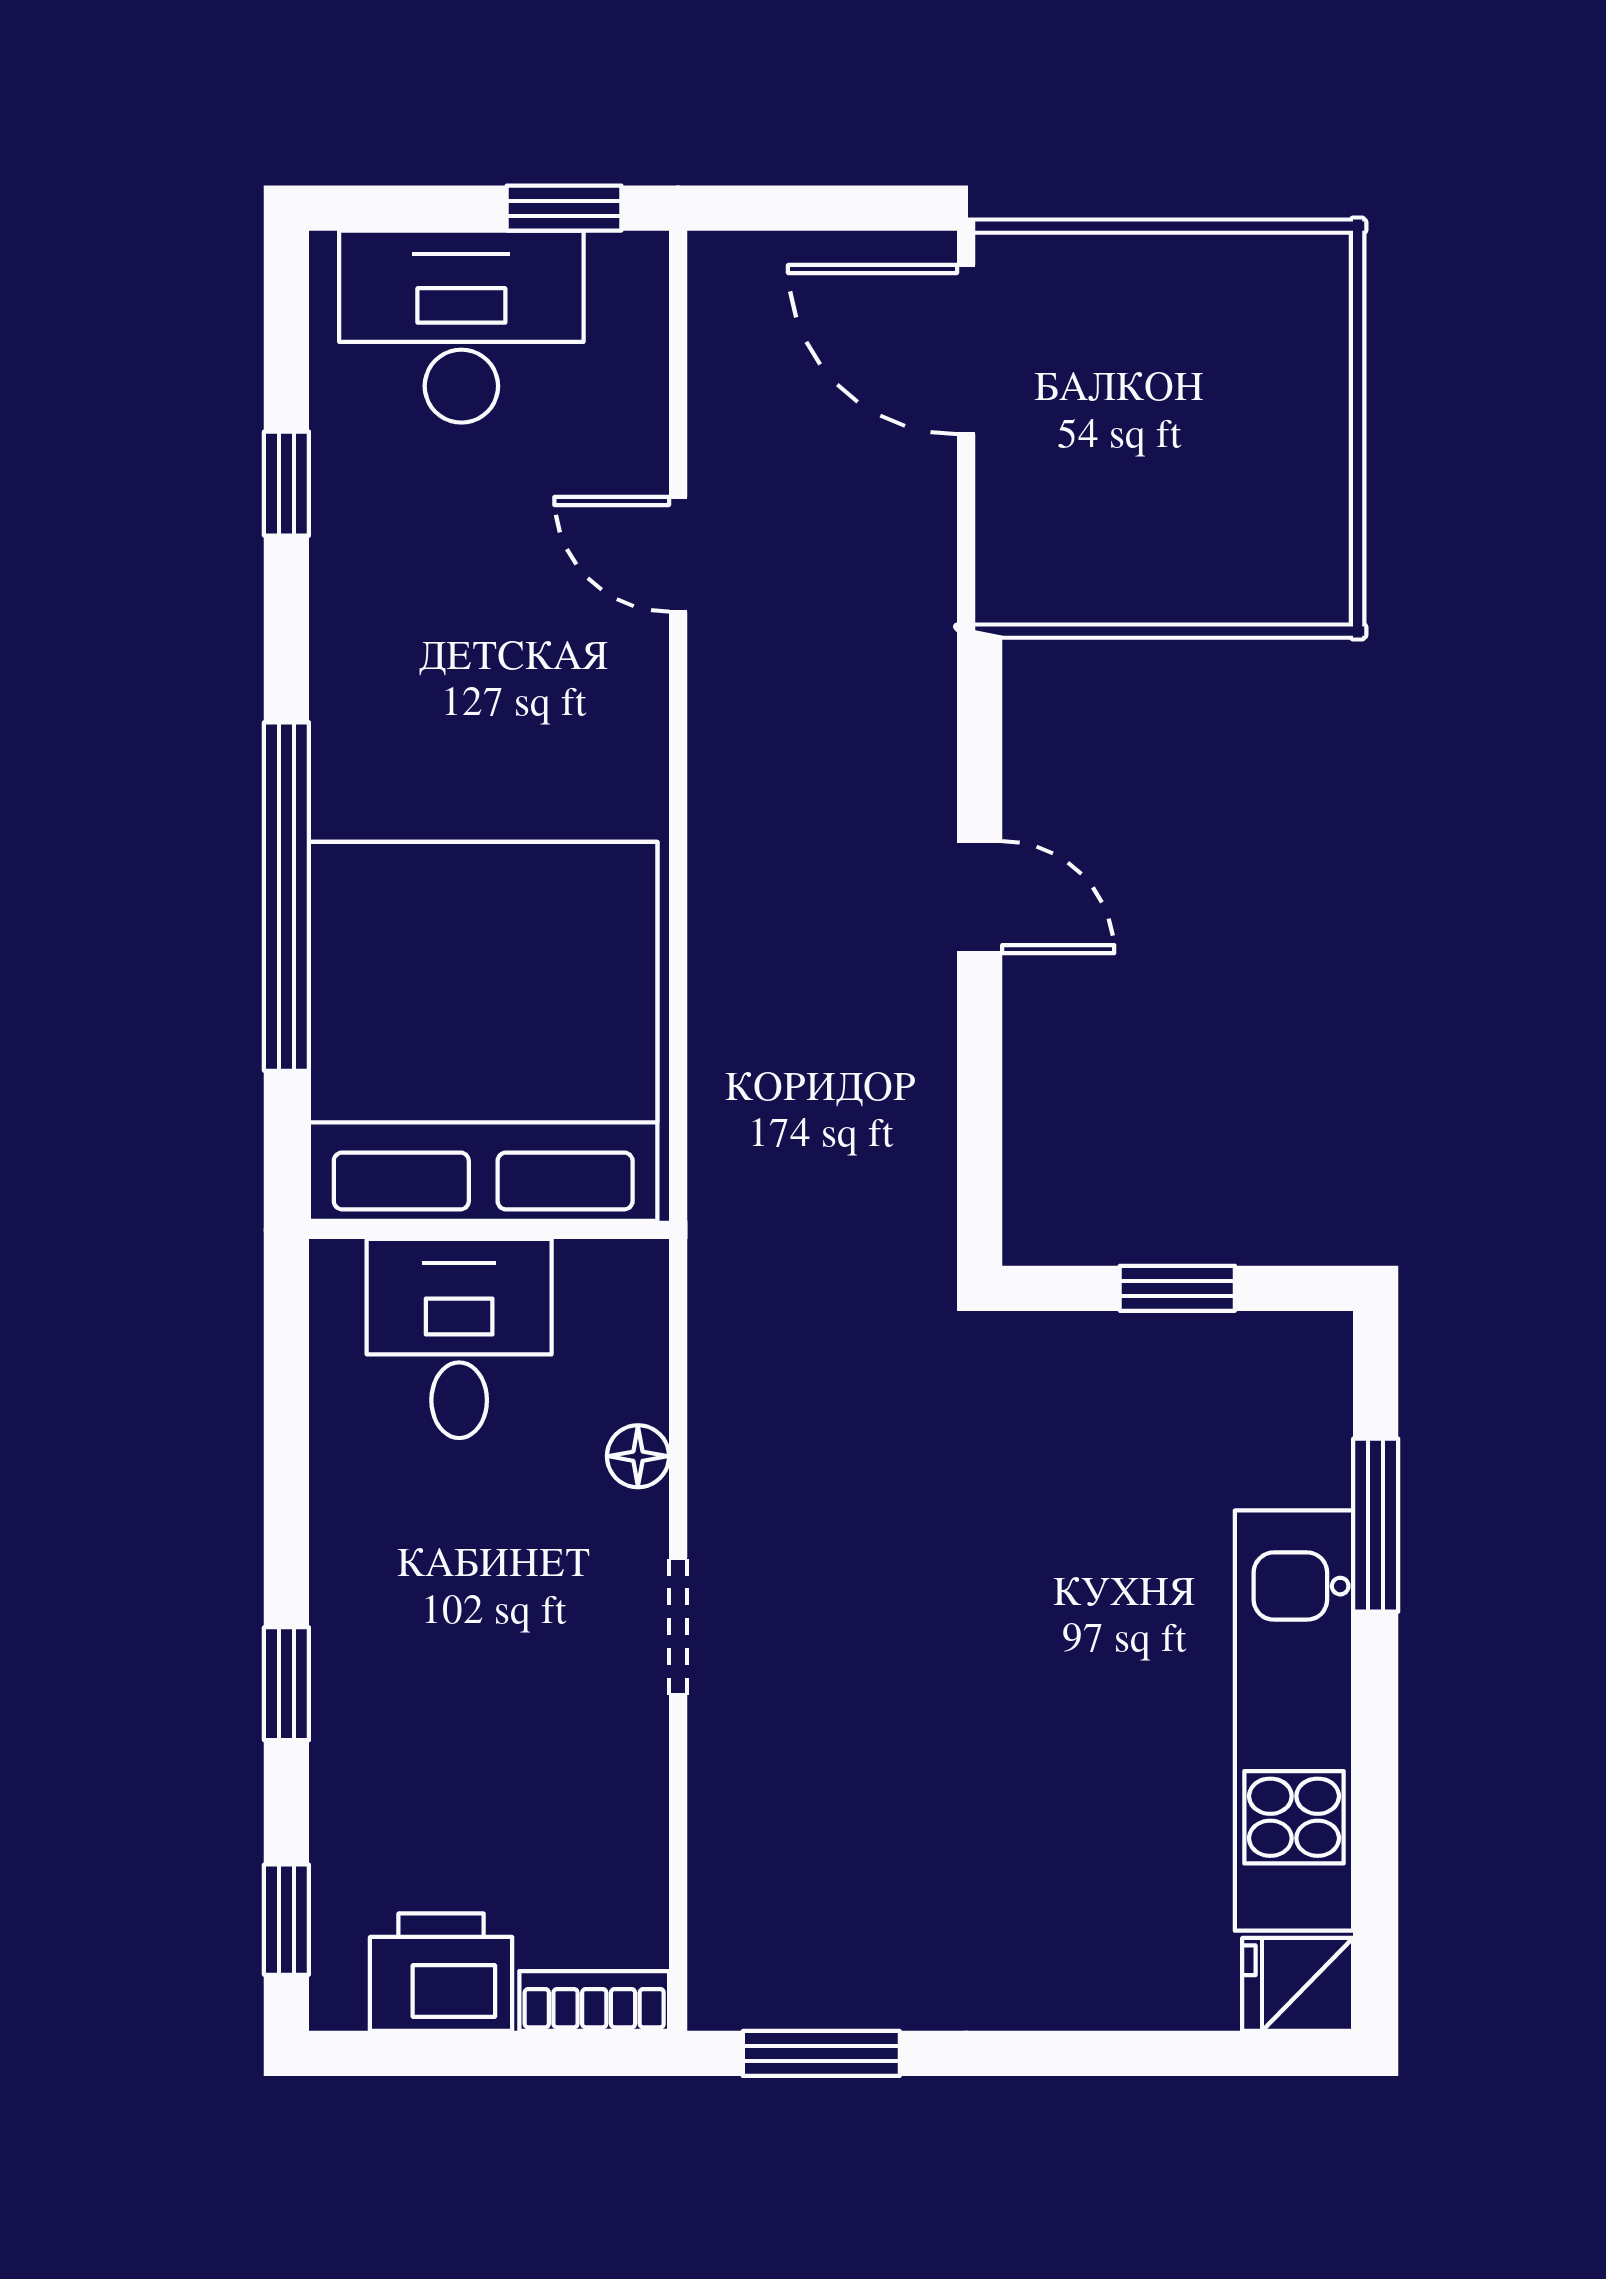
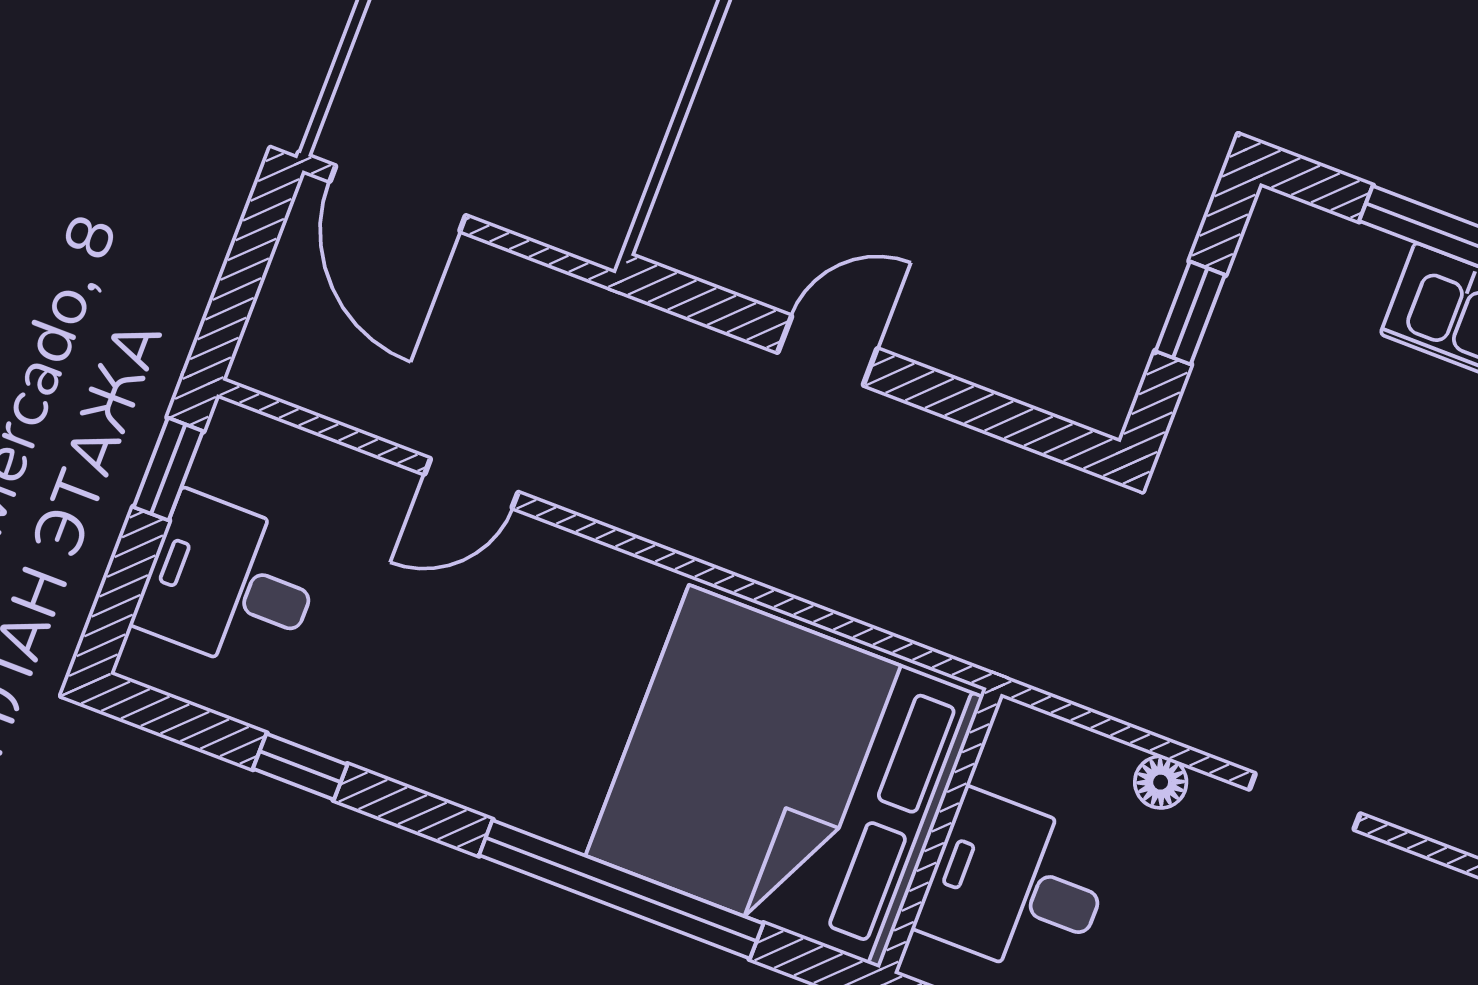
desk: (461, 327) -> (230, 584), width x0.73
door: (966, 350) -> (398, 199), hinge flipped

